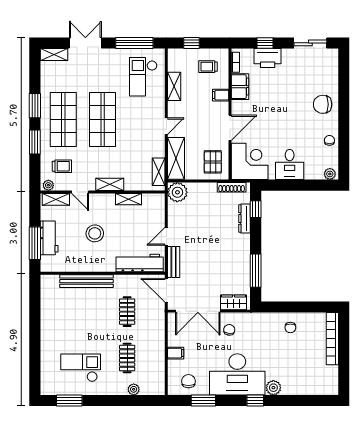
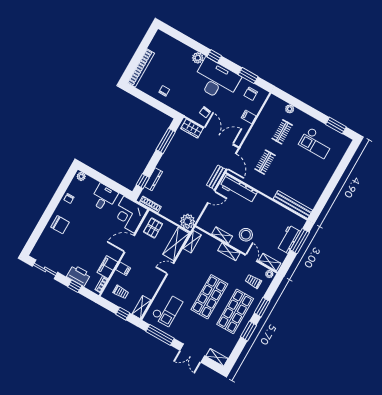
shelving: (174, 86) -> (141, 307), moved
stool: (95, 233) -> (246, 235), moved
bench: (86, 281) -> (293, 204), moved

